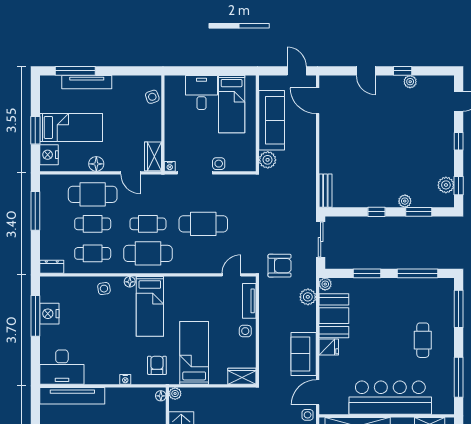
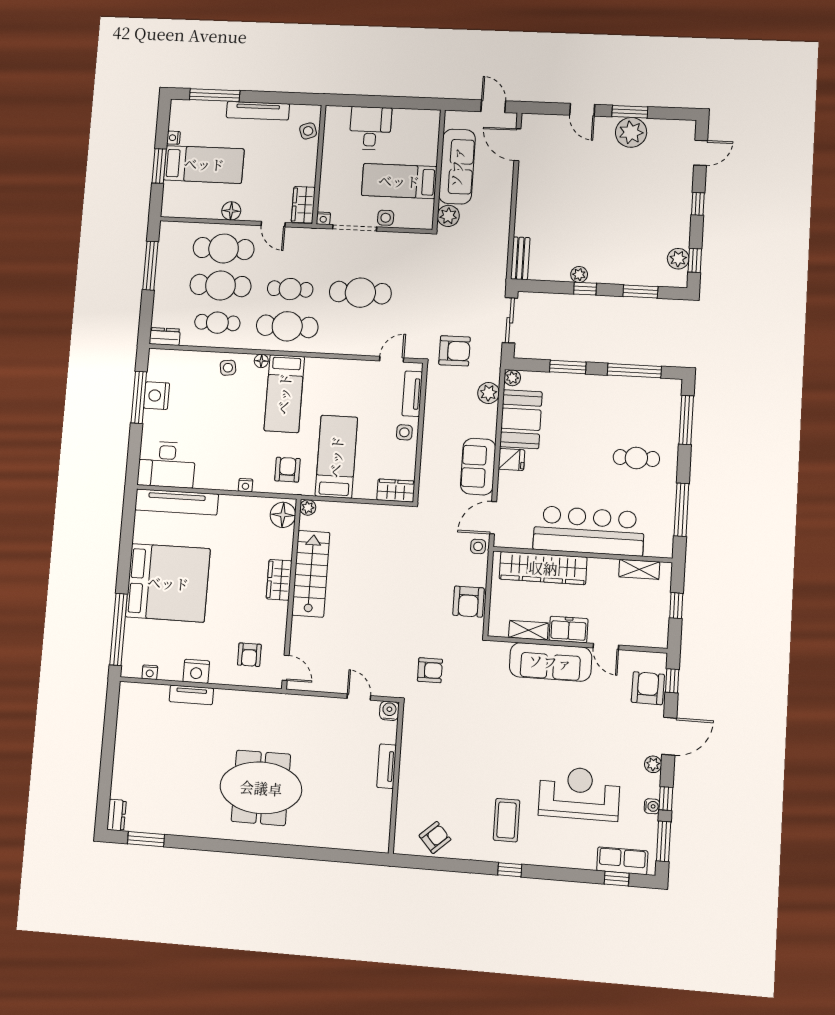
window: (403, 71) -> (630, 112), width x1.50
tv unit: (87, 82) -> (258, 111), moved
plant: (410, 82) -> (631, 132), width x1.88, depth x1.88
bed: (232, 104) -> (399, 181), moved, turned 90
nightstand: (49, 155) -> (173, 138), moved, width x0.53, depth x0.56
plant: (405, 201) -> (579, 274), moved
cafe table: (93, 224) -> (221, 285), width x1.37, depth x1.35
cafe table: (423, 340) -> (636, 458), turned 90
floor lamp: (161, 396) -> (283, 515), width x1.89, depth x1.89

